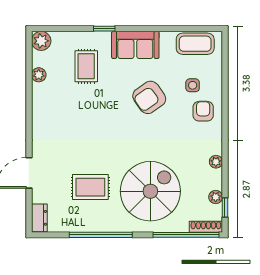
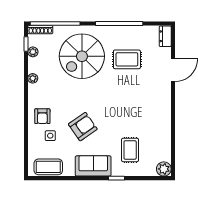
plant: (39, 75) -> (166, 144), removed

